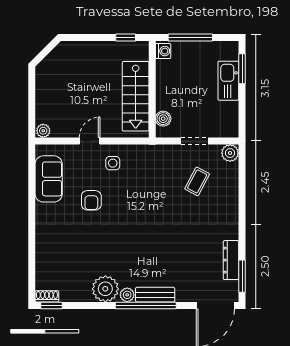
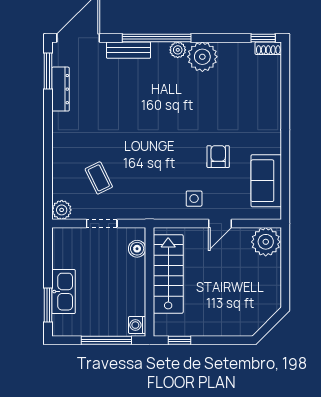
plant: (43, 131) -> (266, 242), width x1.88, depth x1.88
coffee table: (197, 181) -> (99, 178), turned -54
bench: (155, 295) -> (129, 50), moved

